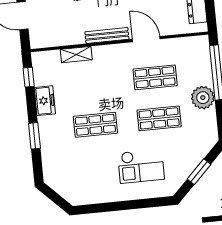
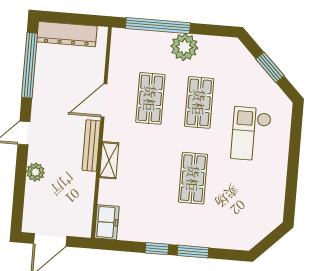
shelving: (76, 55) -> (109, 160), moved
window: (29, 77) -> (157, 249), moved
freezer: (45, 101) -> (107, 222), moved, turned 90
checkout: (141, 166) -> (251, 134), turned 180

